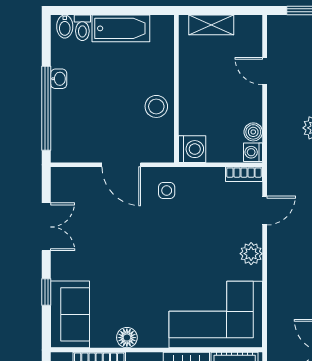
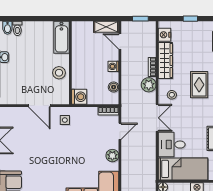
shelving: (211, 25) -> (106, 27), moved
bathtub: (121, 28) -> (61, 37), moved, turned 90
door: (265, 71) -> (120, 41), moved
washing machine: (253, 152) -> (113, 66), moved

